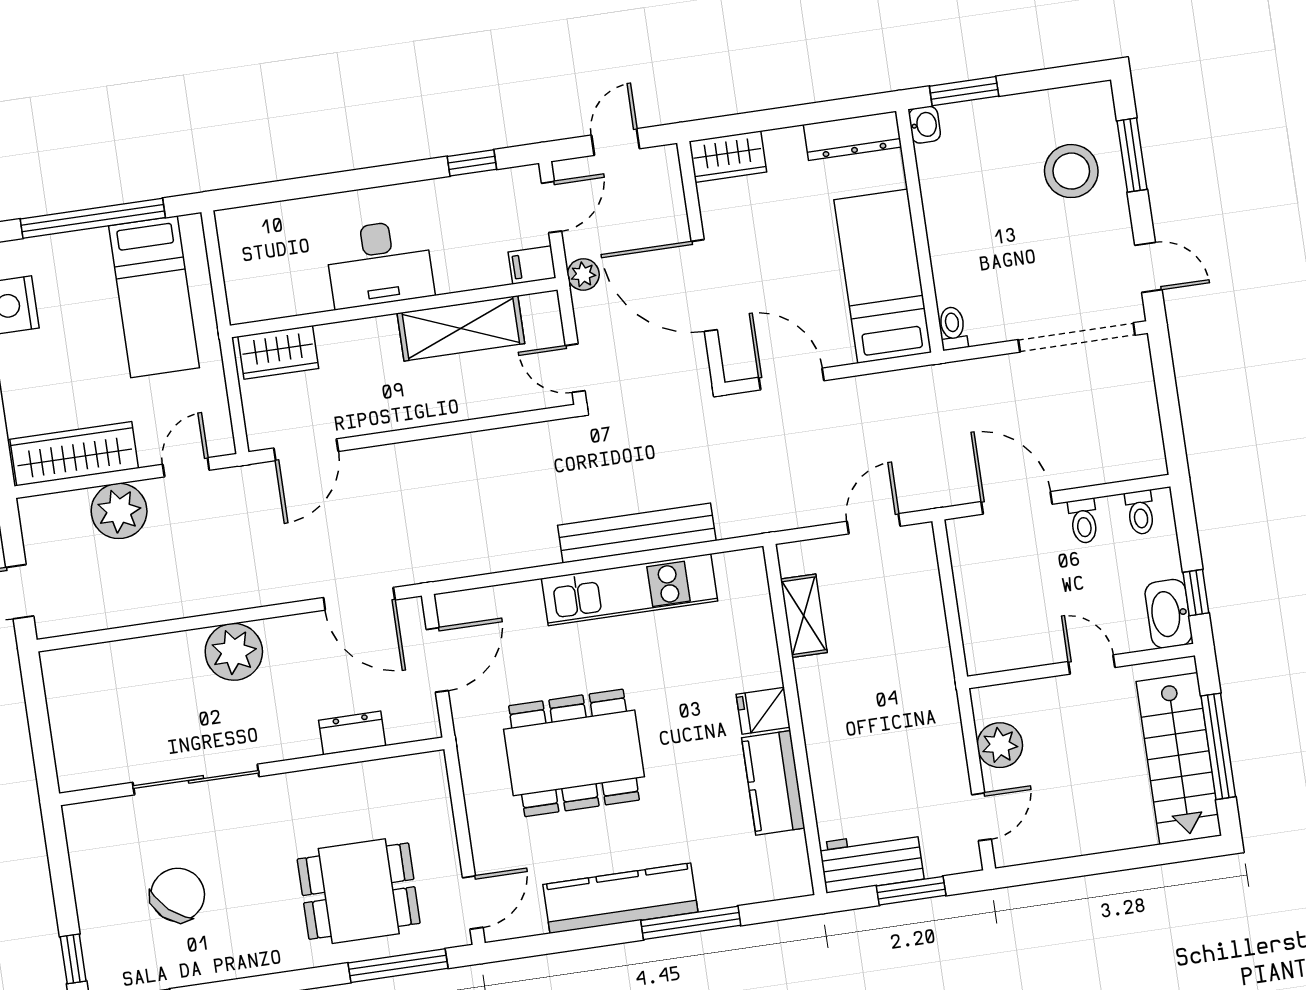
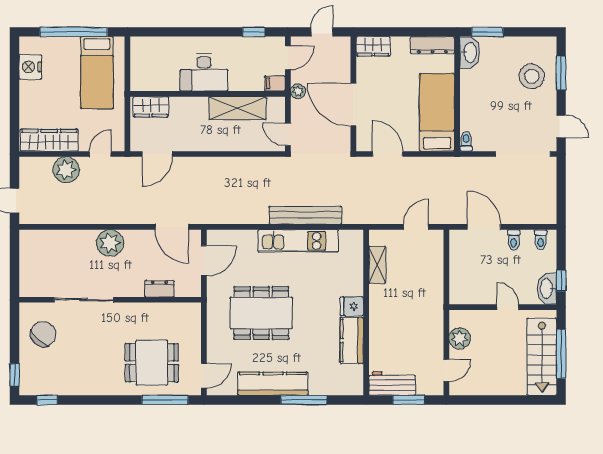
washbasin: (925, 125) -> (470, 53), width x1.91, depth x1.45
chair: (178, 895) -> (43, 334), moved

